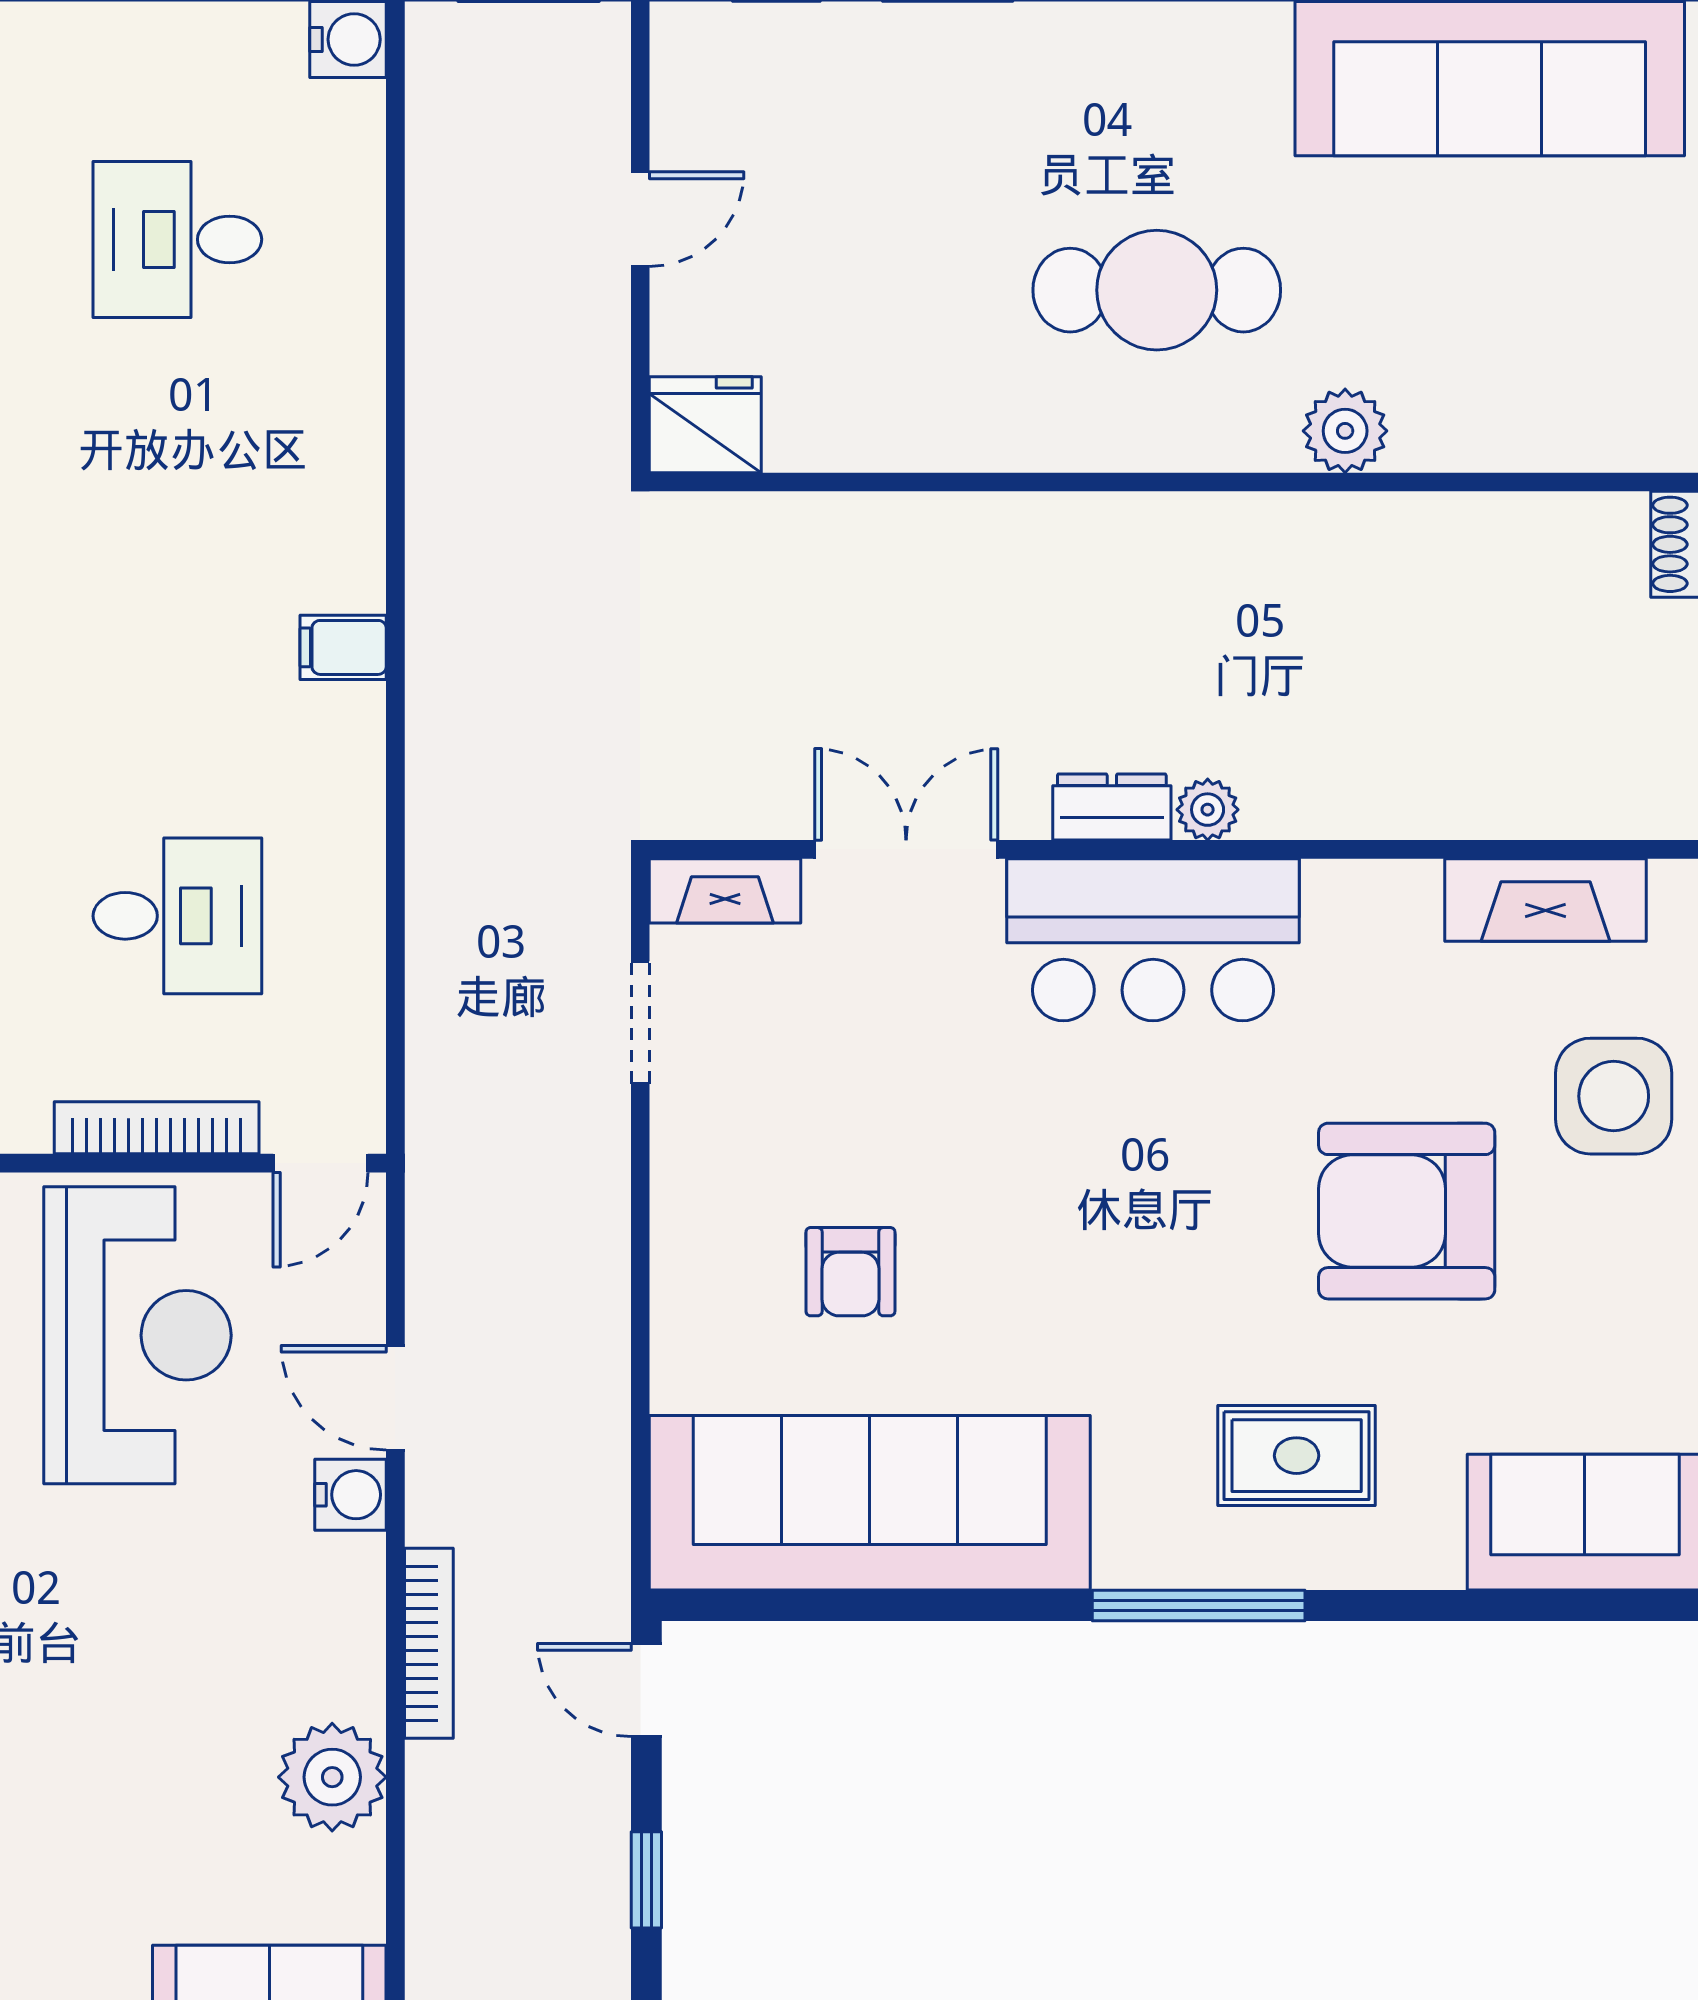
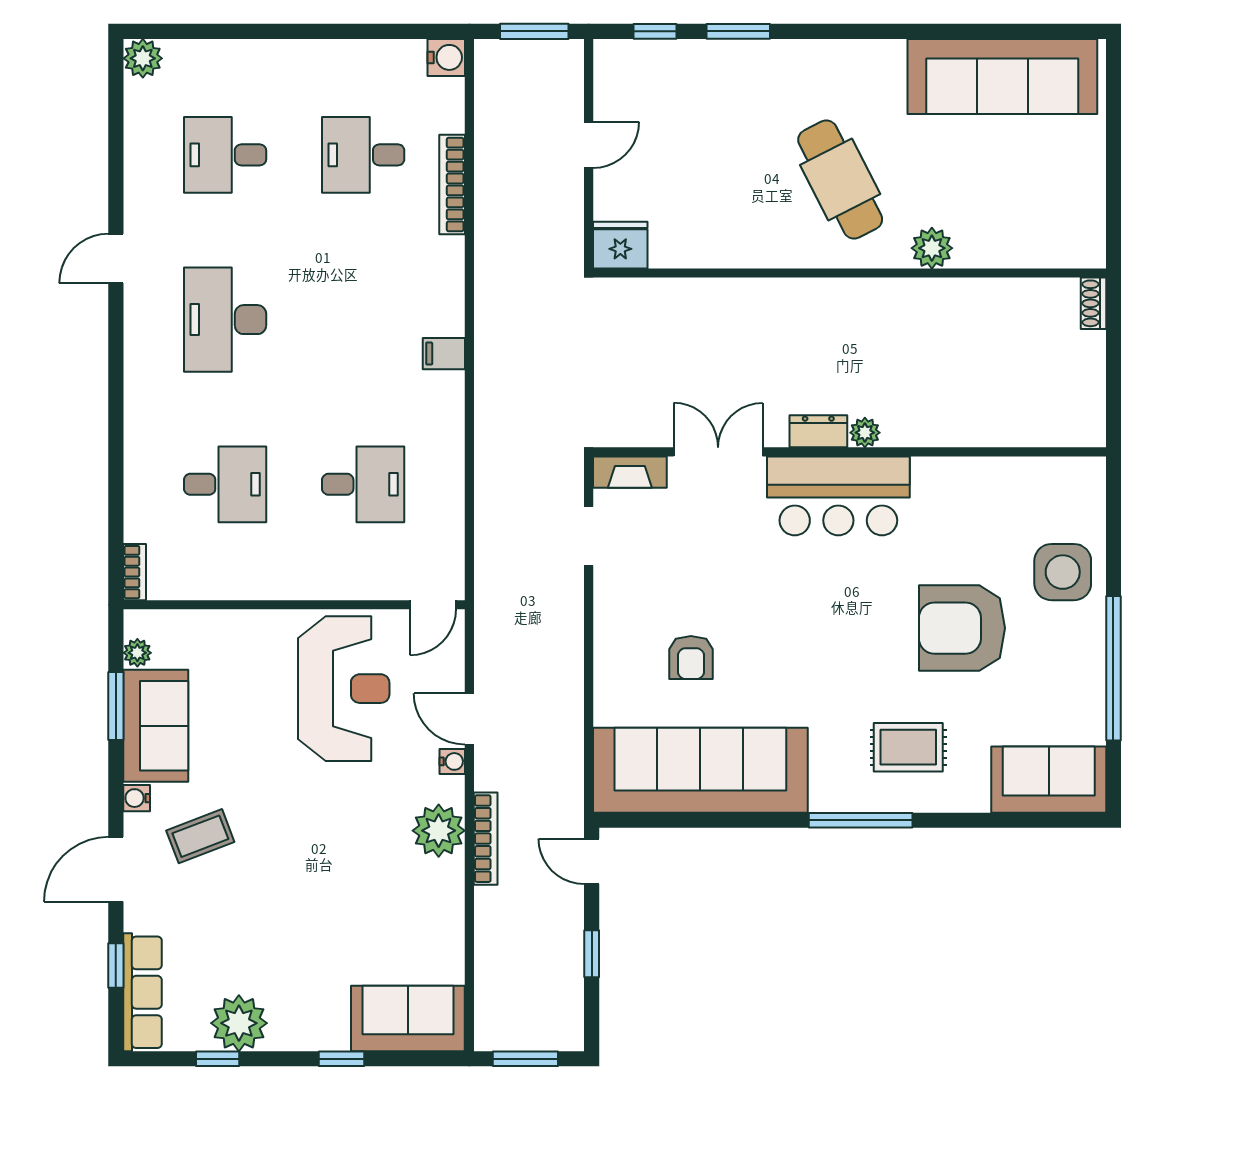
cafe table: (1157, 290) -> (840, 180), turned 63
fireplace: (1545, 900) -> (1030, 477), removed
bookcase: (157, 1128) -> (452, 184), moved, turned -90
water cooler: (350, 1495) -> (452, 761), width x0.72, depth x0.72
plant: (332, 1777) -> (439, 831), moved

